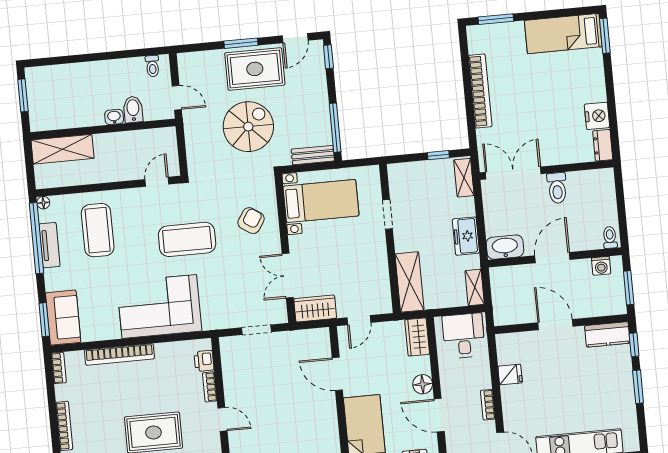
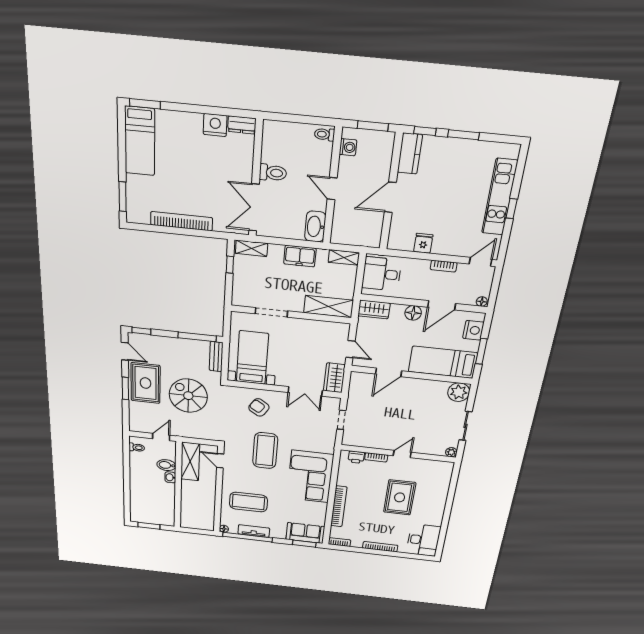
shelving: (63, 149) -> (190, 462), moved
doorway: (388, 214) -> (271, 312), width x1.38
door: (552, 258) -> (332, 189), width x0.73

